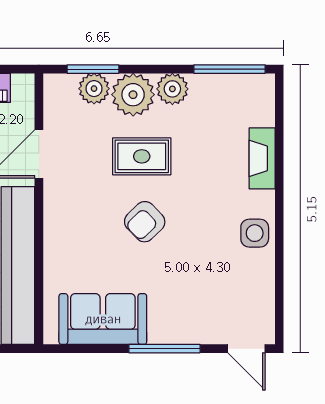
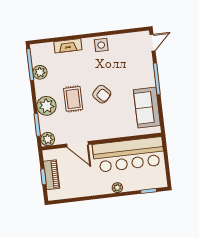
plant: (94, 89) -> (48, 139), moved
plant: (172, 89) -> (40, 72), moved

